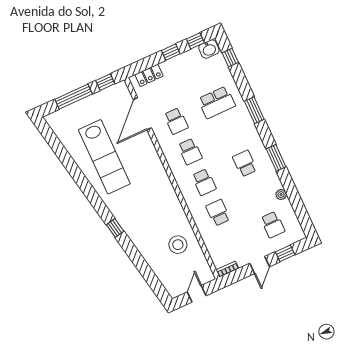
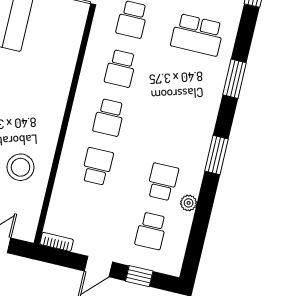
school desk: (245, 163) -> (163, 182), moved

